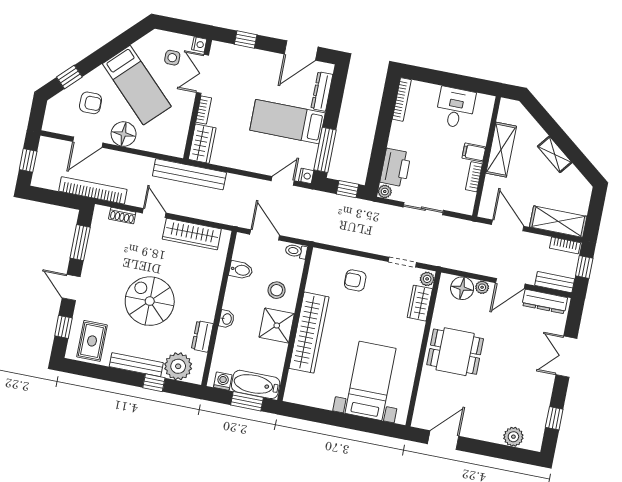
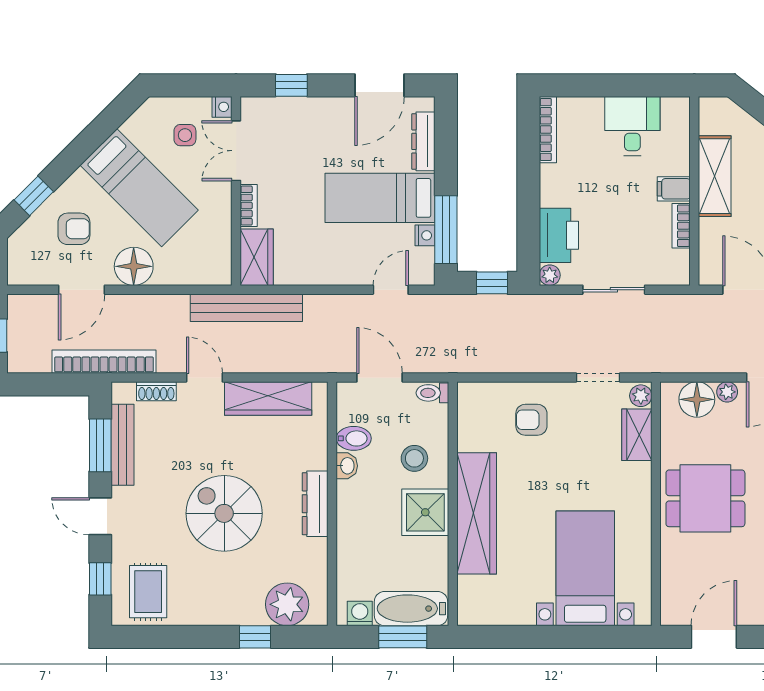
nightstand: (306, 176) -> (425, 235), moved
washbasin: (227, 319) -> (347, 466), moved
dresser: (202, 336) -> (315, 504), moved, width x1.44
bench: (136, 365) -> (123, 445), moved, turned 90

